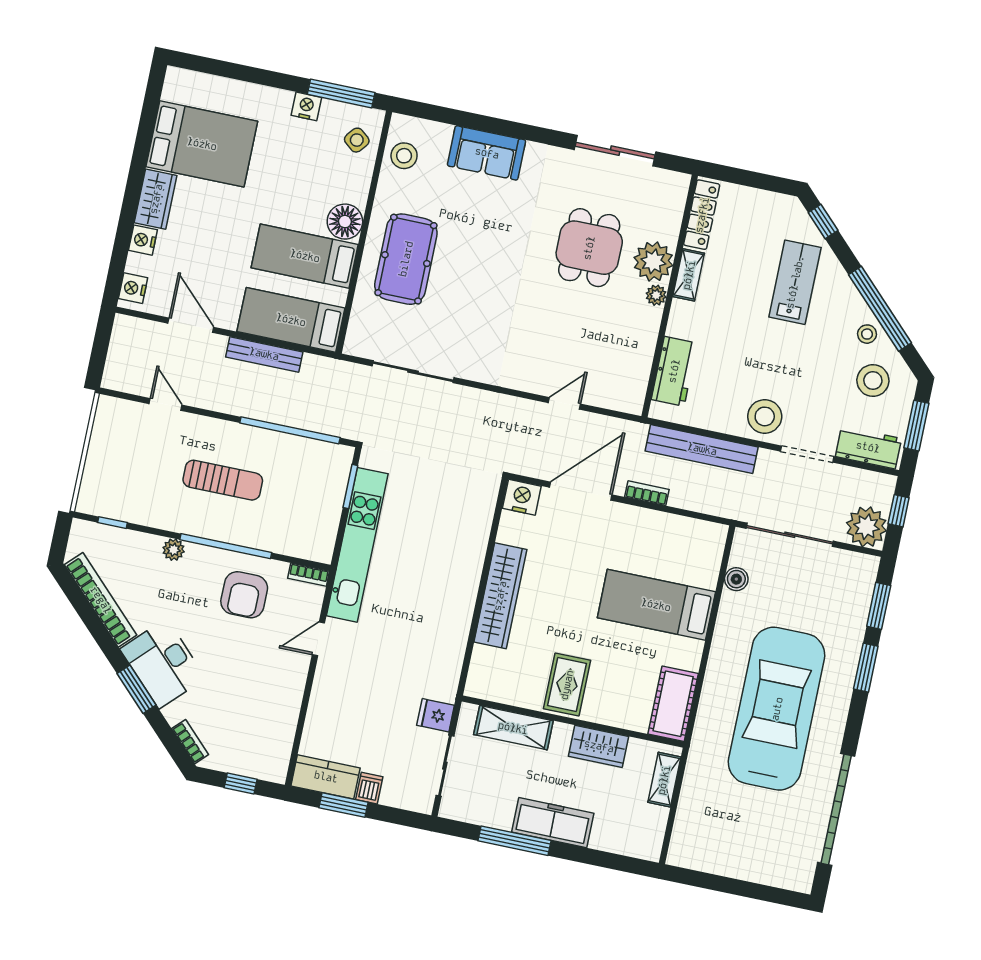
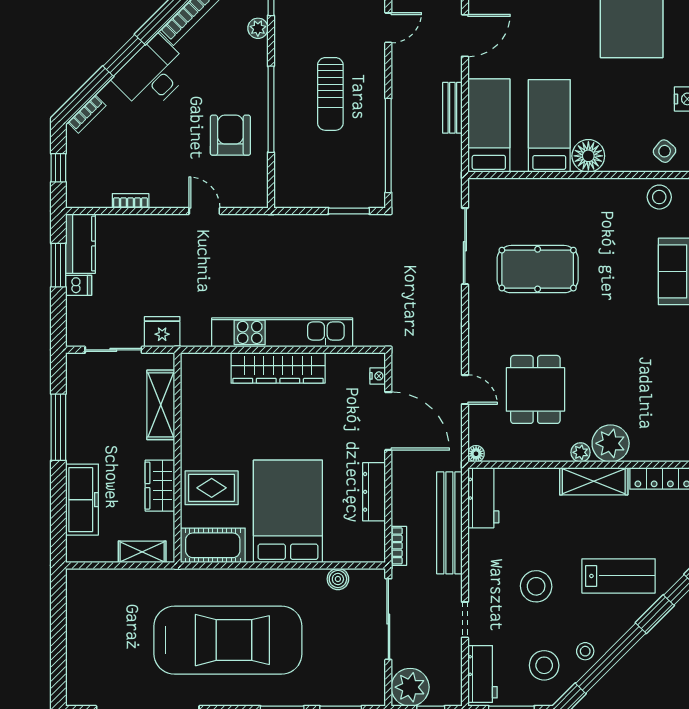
dining table: (589, 248) -> (535, 389), moved, turned 90
pool table: (406, 259) -> (538, 269), moved
shelving: (689, 275) -> (594, 481), width x1.50, depth x1.33
bench: (264, 354) -> (452, 108), width x0.73
workbench: (674, 371) -> (483, 498), moved, turned -90
floor lamp: (635, 406) -> (476, 454), added
stool: (765, 416) -> (536, 586), moved
doorway: (807, 454) -> (465, 620), width x0.73
bookcase: (647, 493) -> (399, 546), moved
nightstand: (522, 497) -> (378, 376), width x0.53, depth x0.56
dresser: (652, 522) -> (374, 492), added
kitchen unit: (357, 545) -> (282, 332), moved, turned 180
plant: (174, 550) -> (258, 28), moved
bookcase: (309, 575) -> (131, 201), moved, turned 90
armchair: (244, 595) -> (230, 135), turned 90
bed: (656, 605) -> (288, 511), width x1.50
rug: (567, 685) -> (212, 488), moved
fridge: (436, 715) -> (162, 332), width x1.38
freezer: (553, 823) -> (82, 500), moved

